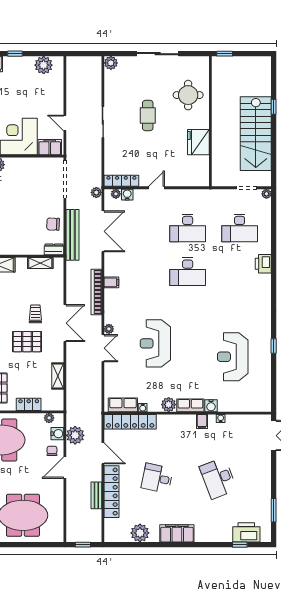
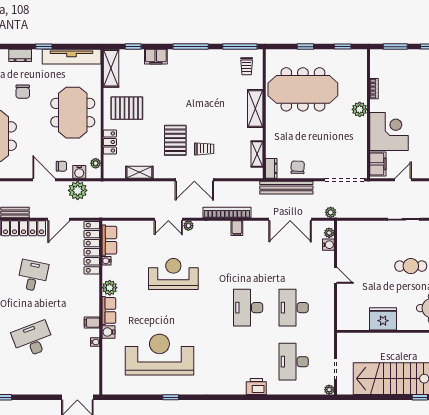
locker: (121, 181) -> (343, 239), removed
reception desk: (233, 357) -> (159, 355), width x1.36, depth x1.30

